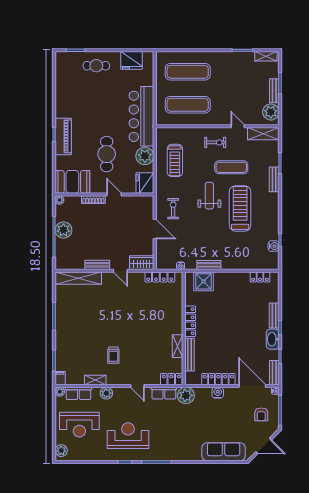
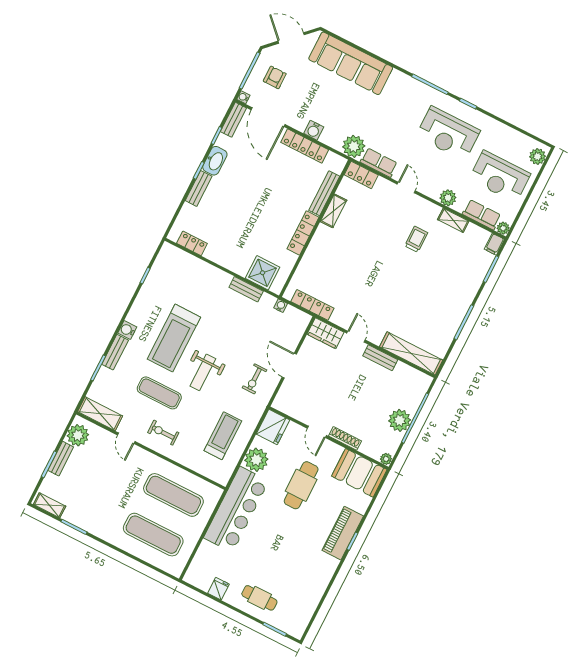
fridge: (131, 60) -> (218, 589), width x0.53, depth x0.75
water cooler: (274, 246) -> (127, 330), moved
reception desk: (79, 425) -> (500, 176), turned 180
sofa: (224, 452) -> (351, 63), width x1.36, depth x1.27

